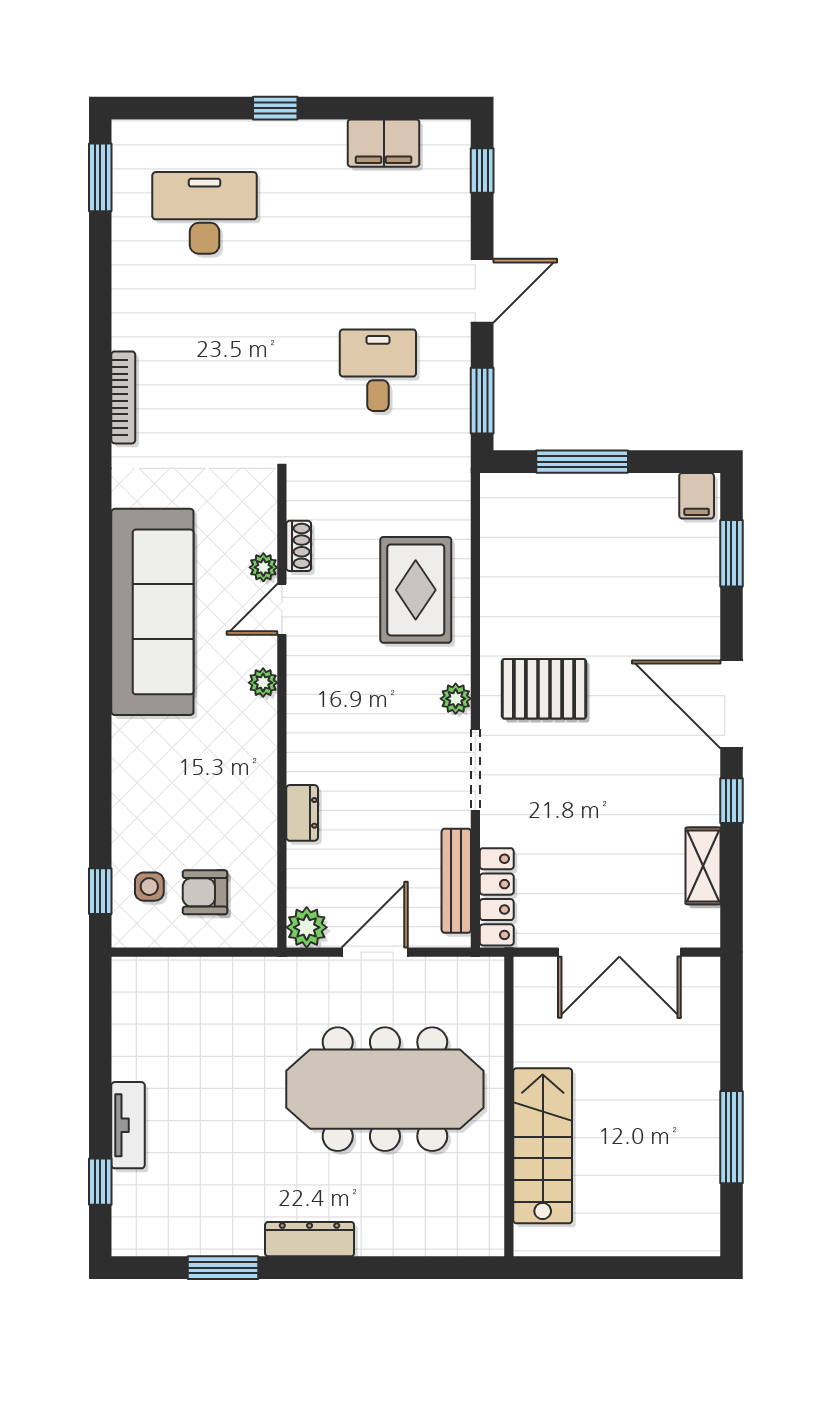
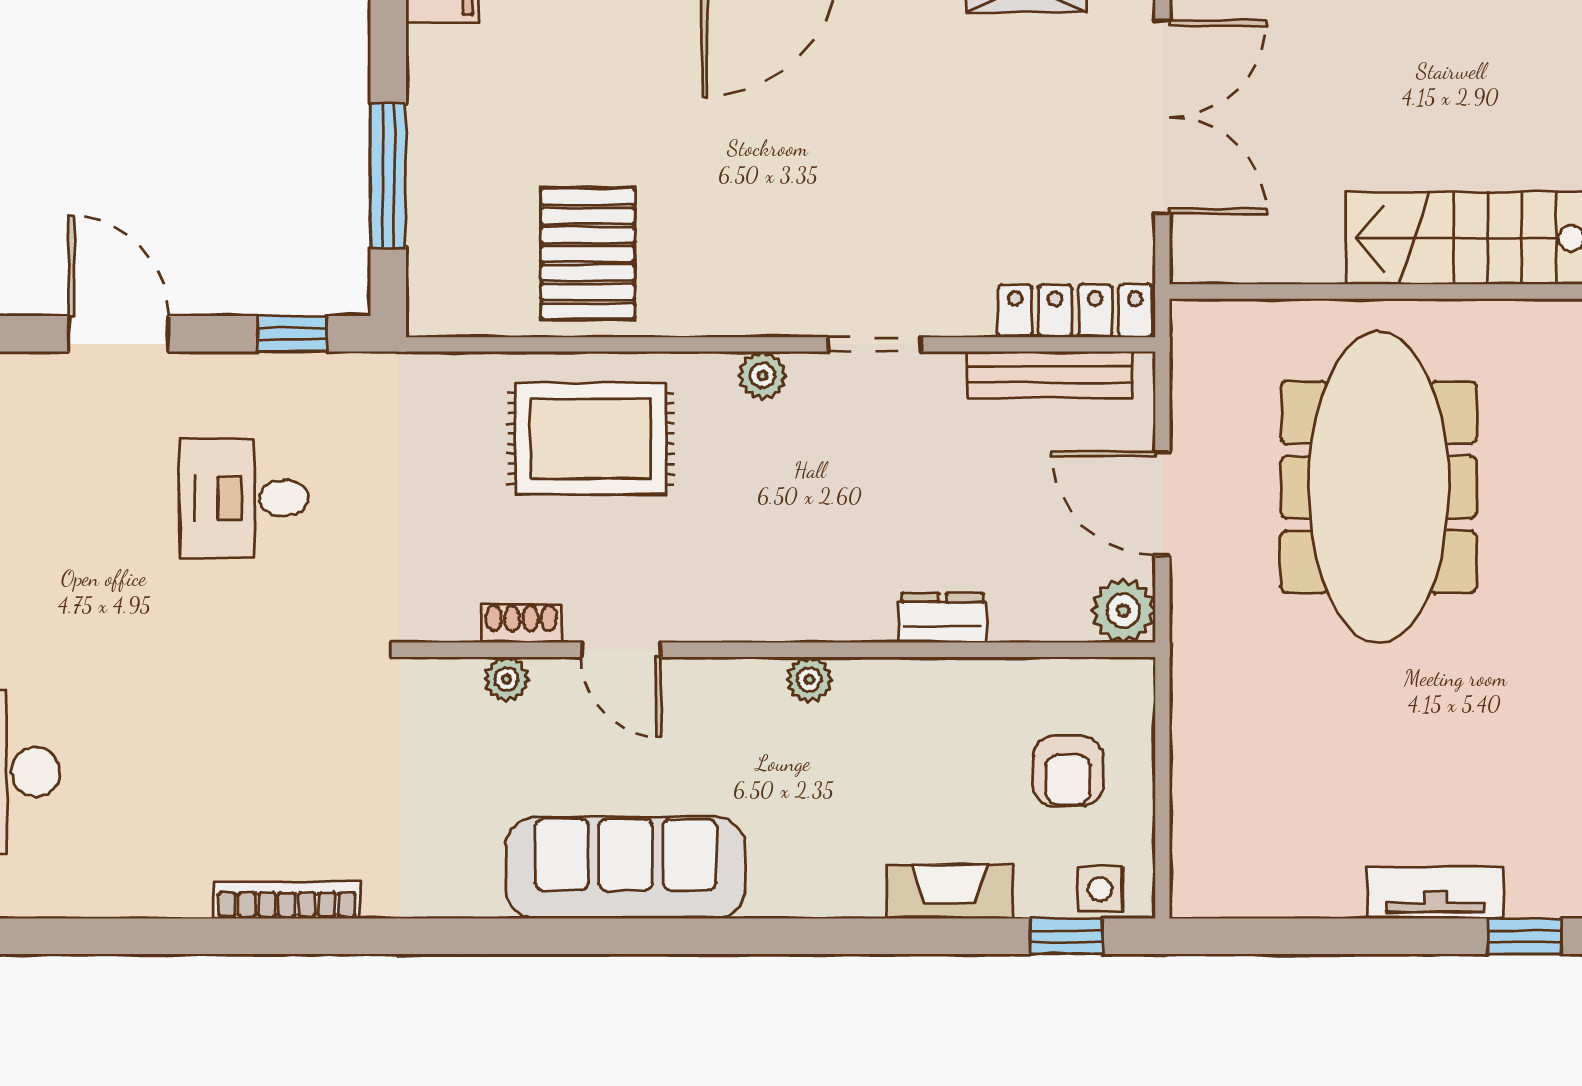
window: (482, 401) -> (292, 334), width x0.67
plant: (263, 567) -> (506, 679), moved
sofa: (152, 612) -> (626, 868), width x0.74, depth x0.79
plant: (263, 683) -> (809, 680), moved
pallet: (544, 689) -> (588, 254), moved
doorway: (475, 770) -> (875, 344), width x0.73
fireplace: (129, 817) -> (950, 892), added
side table: (149, 887) -> (1100, 889), moved

